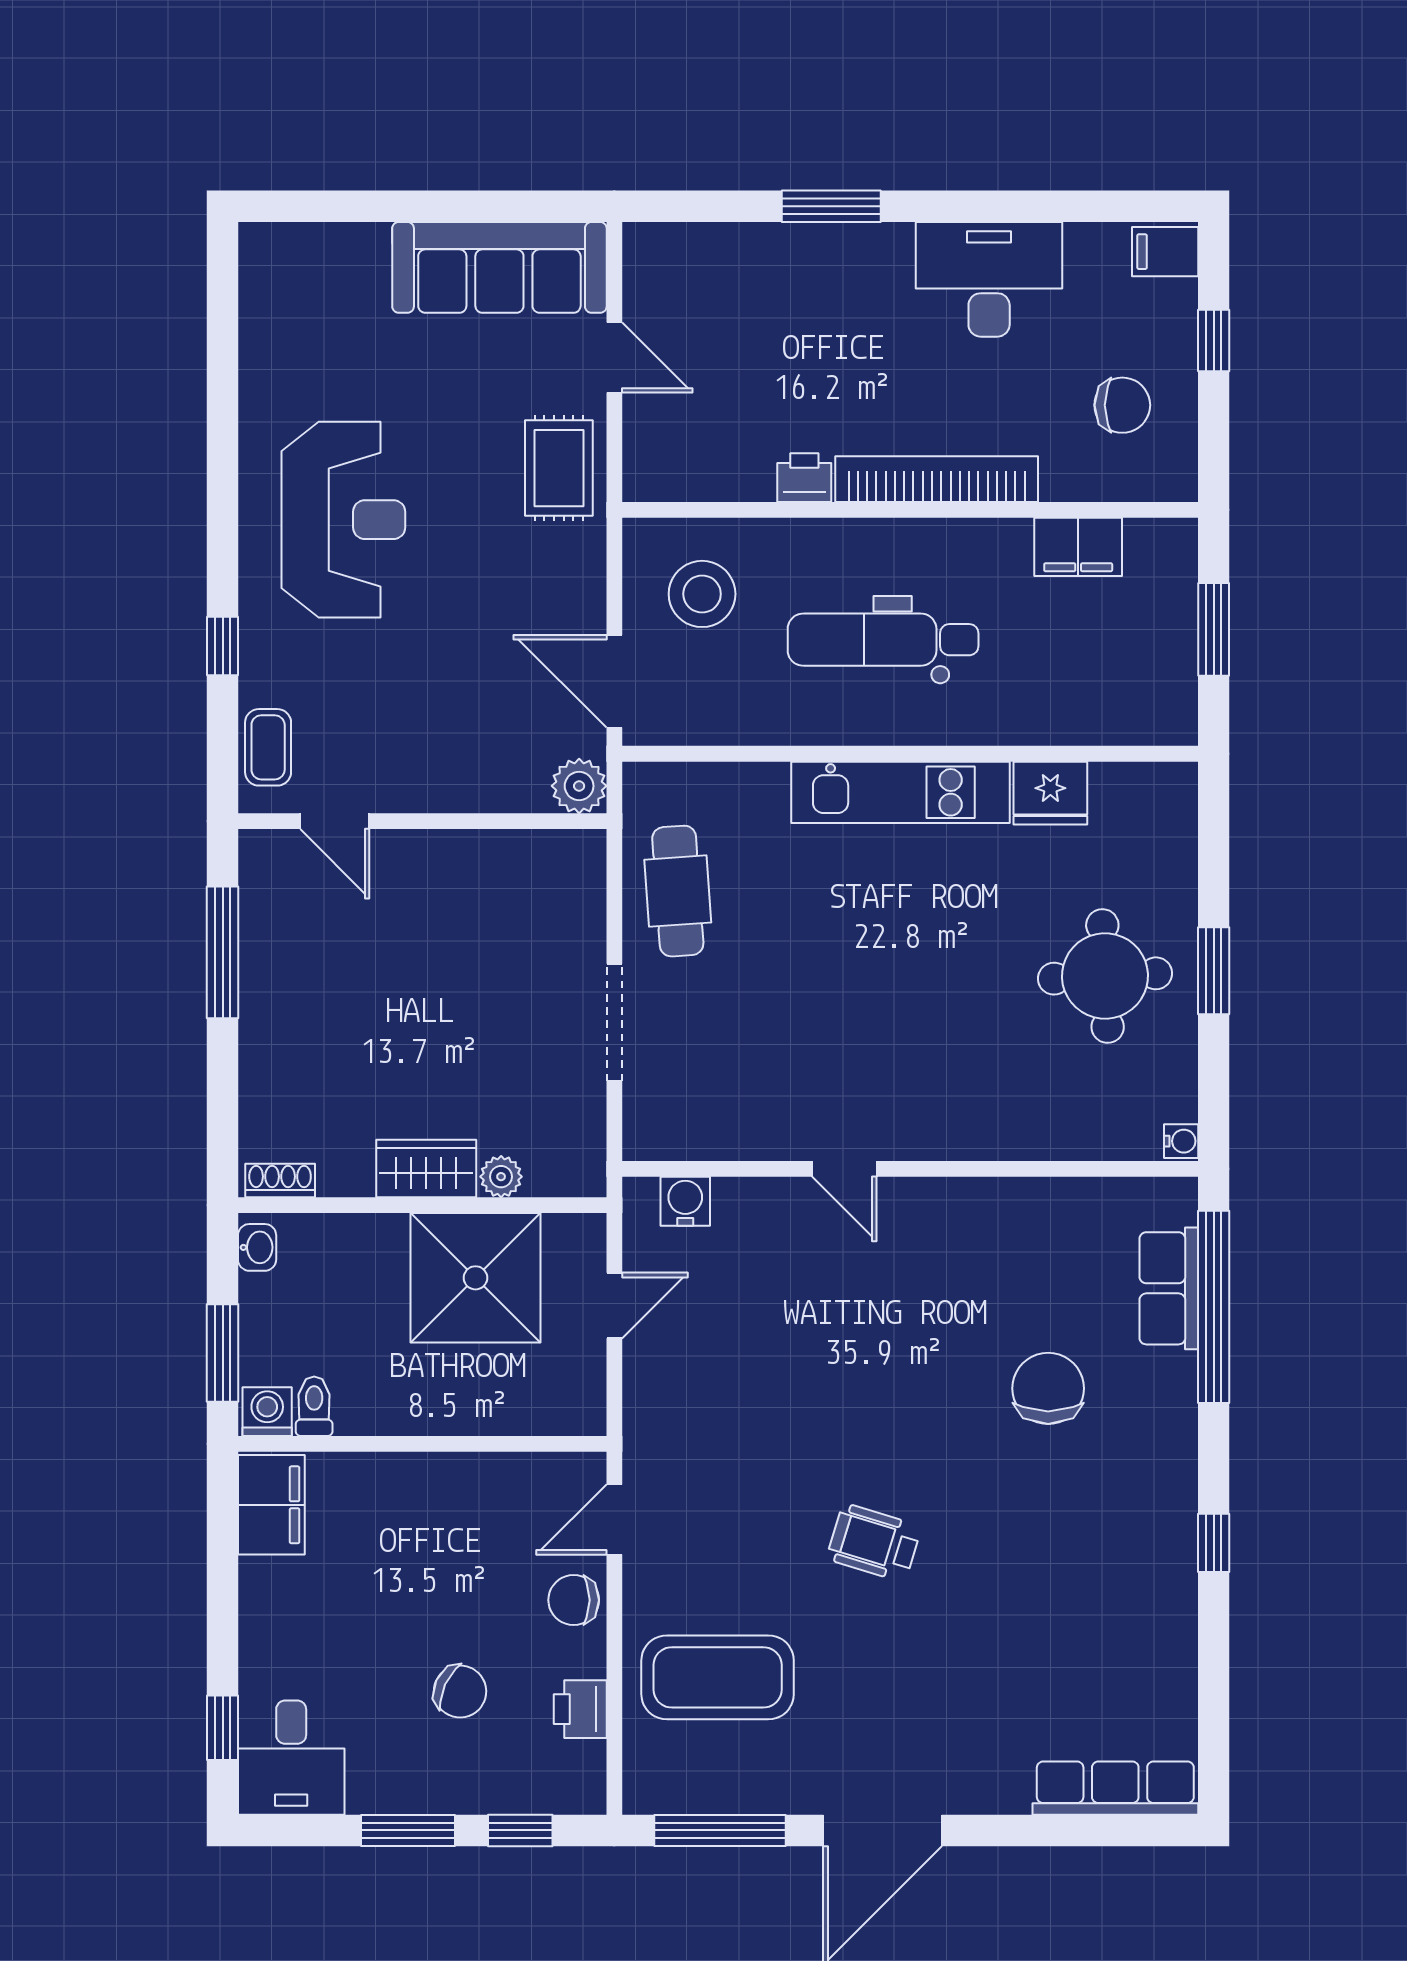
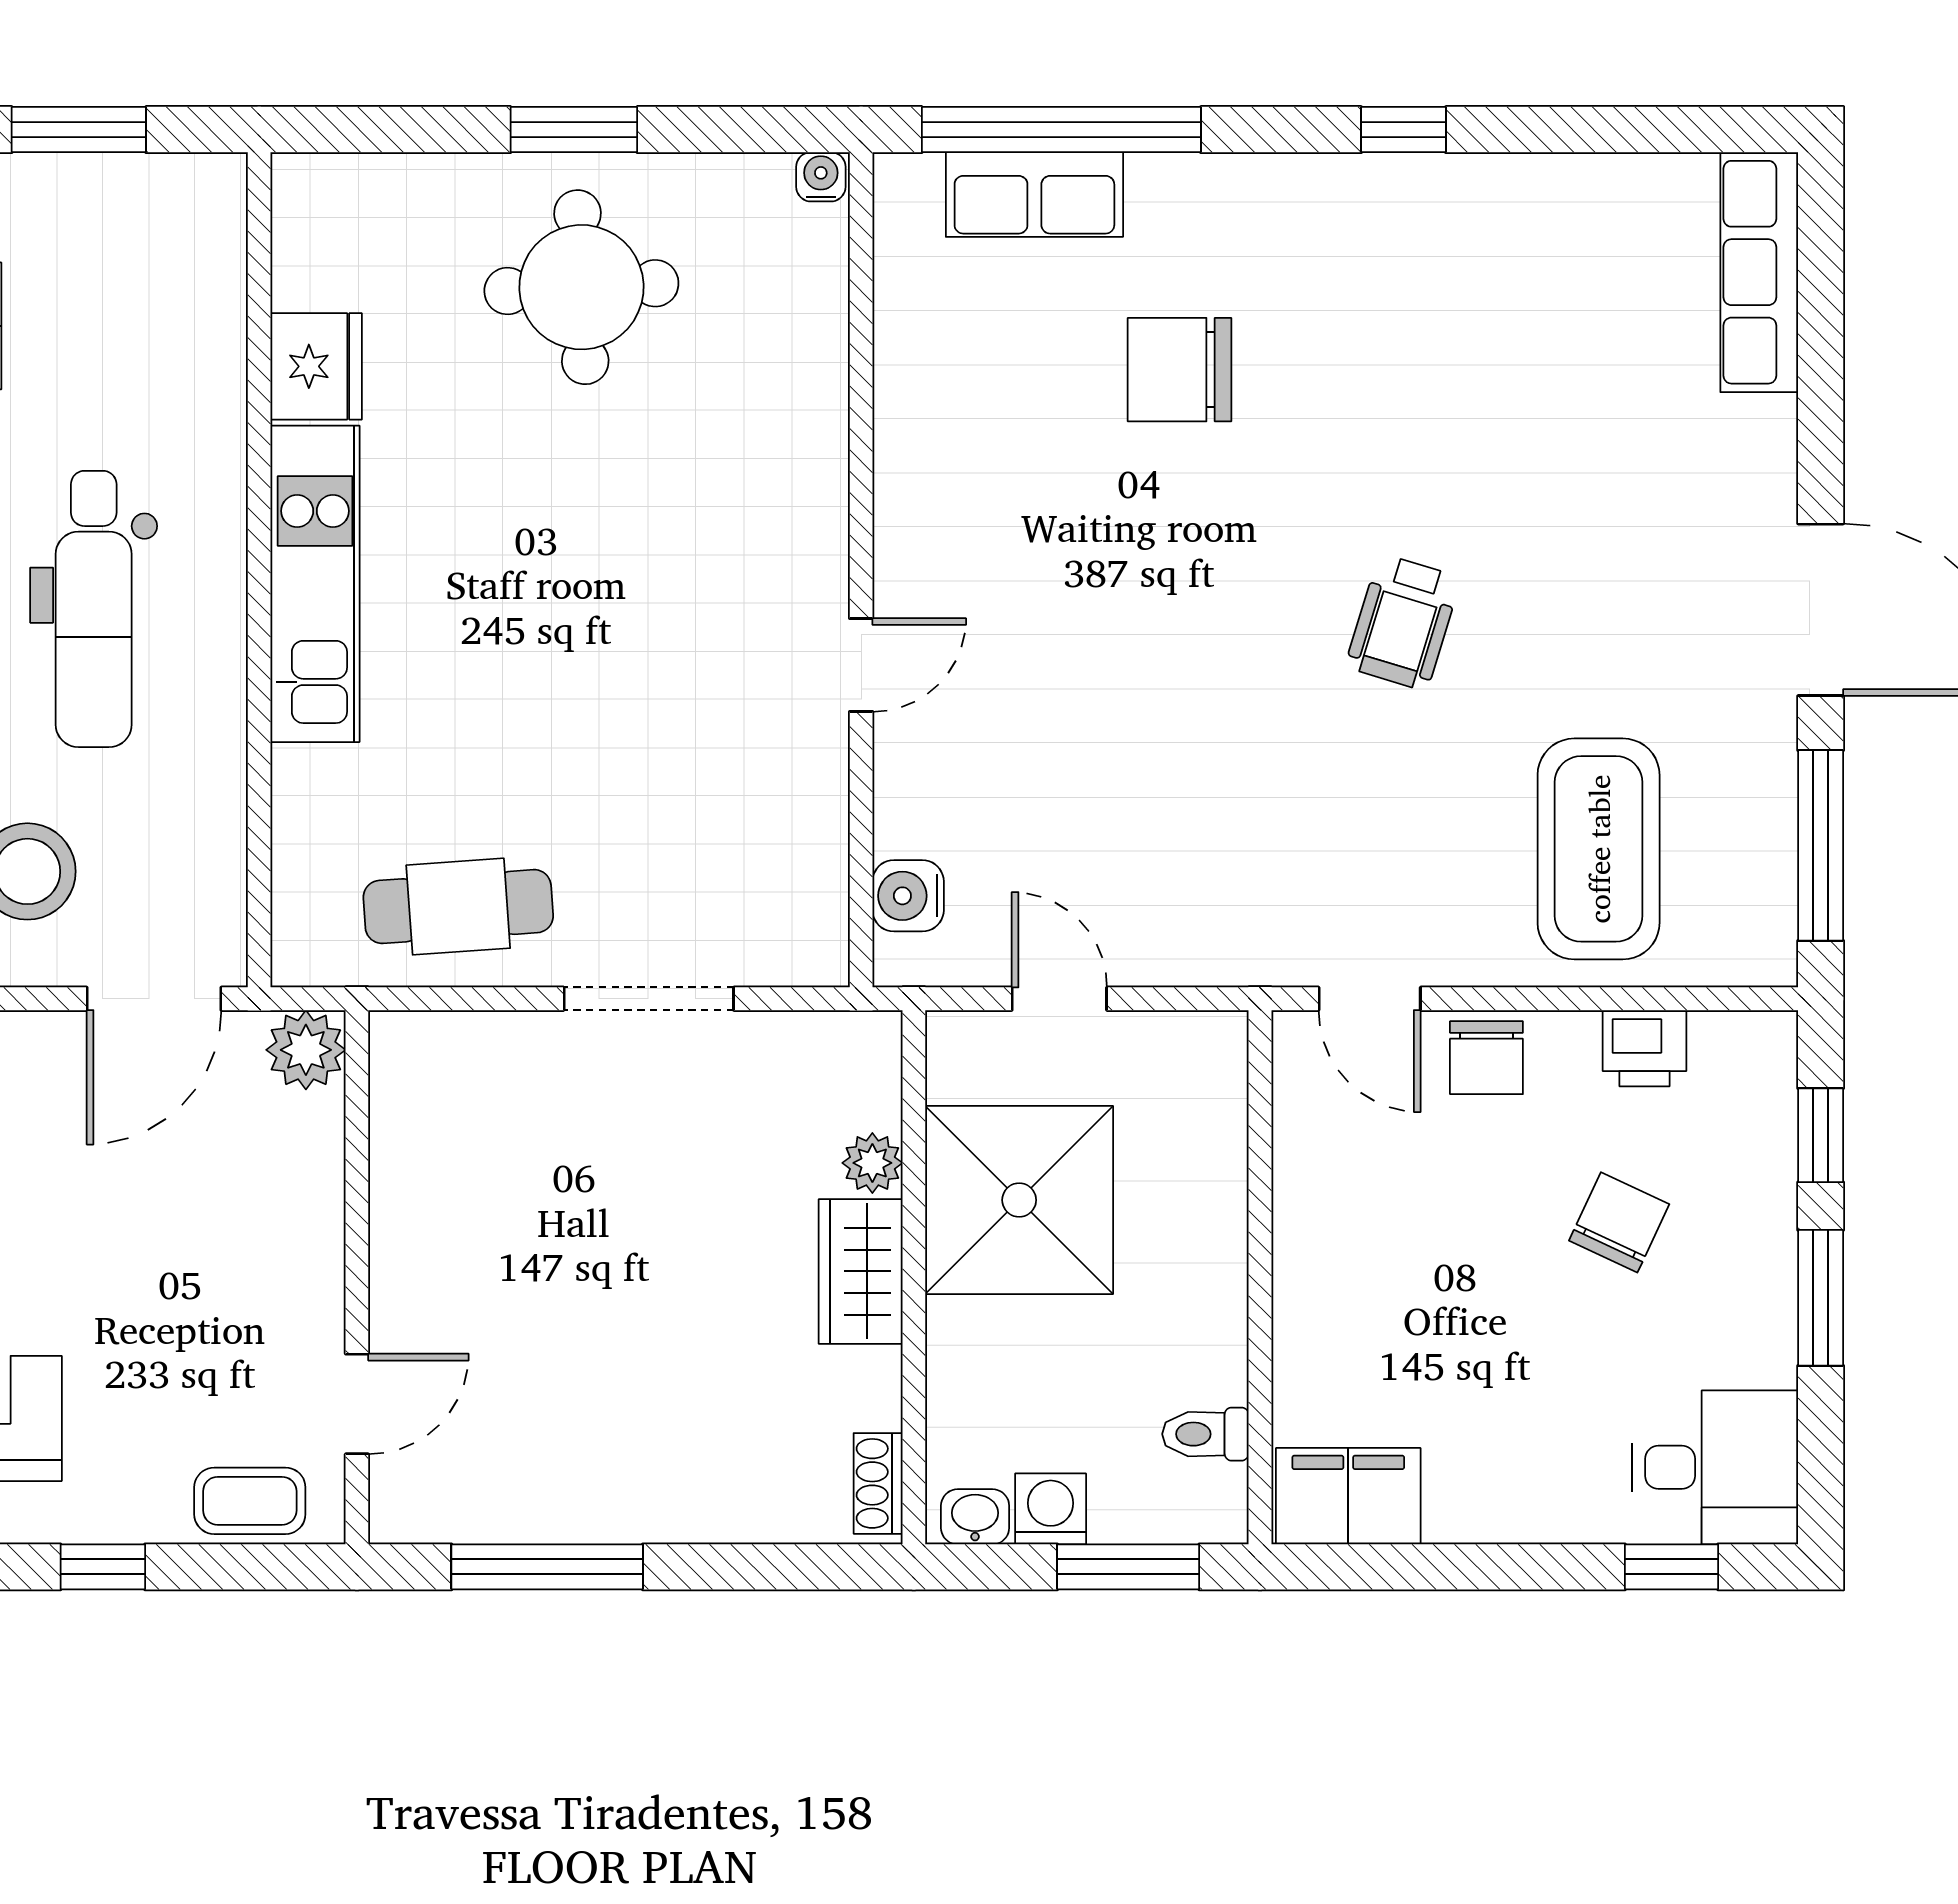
washing machine: (267, 1412) -> (1051, 1509), moved, turned 90

